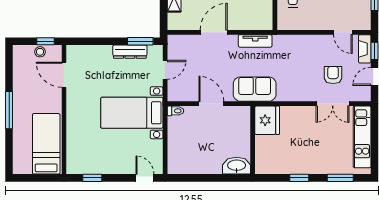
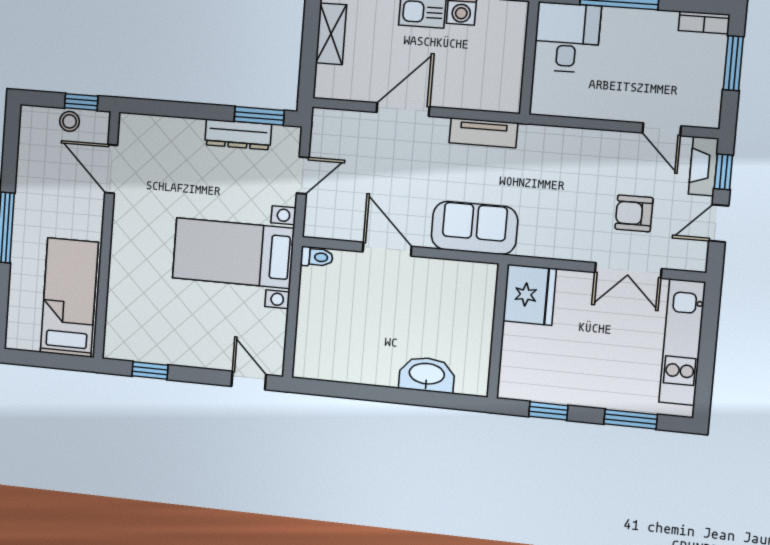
armchair: (333, 75) -> (634, 213), turned -90
fridge: (267, 120) -> (530, 295), moved
wall: (253, 140) -> (498, 331), moved

